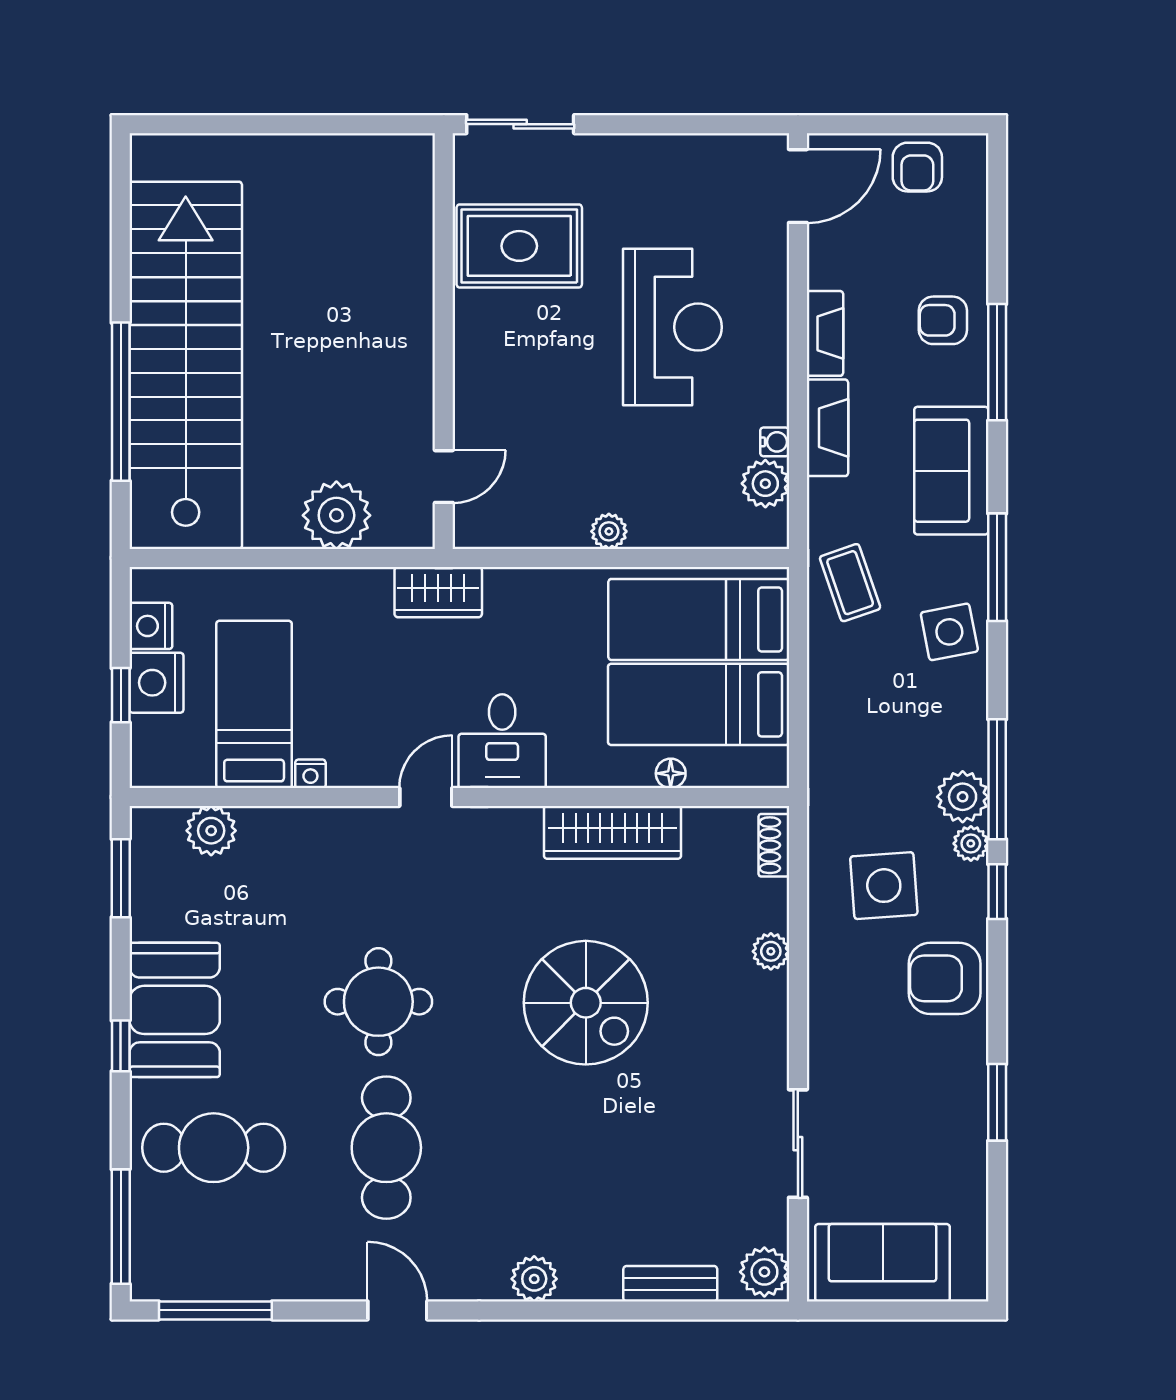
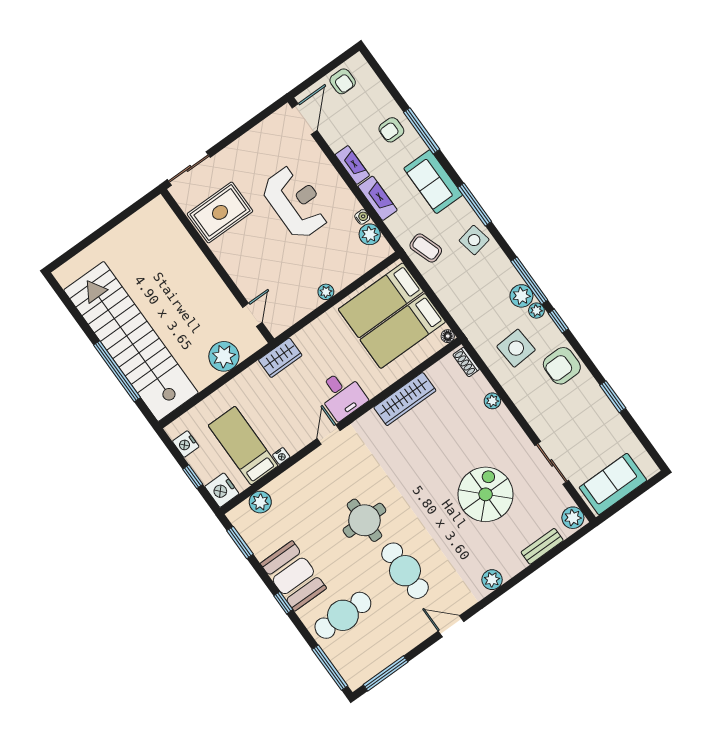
nightstand: (156, 683) -> (222, 490), moved
floor lamp: (671, 773) -> (448, 336), moved
spiral stairs: (586, 1003) -> (486, 494), moved, turned -90

